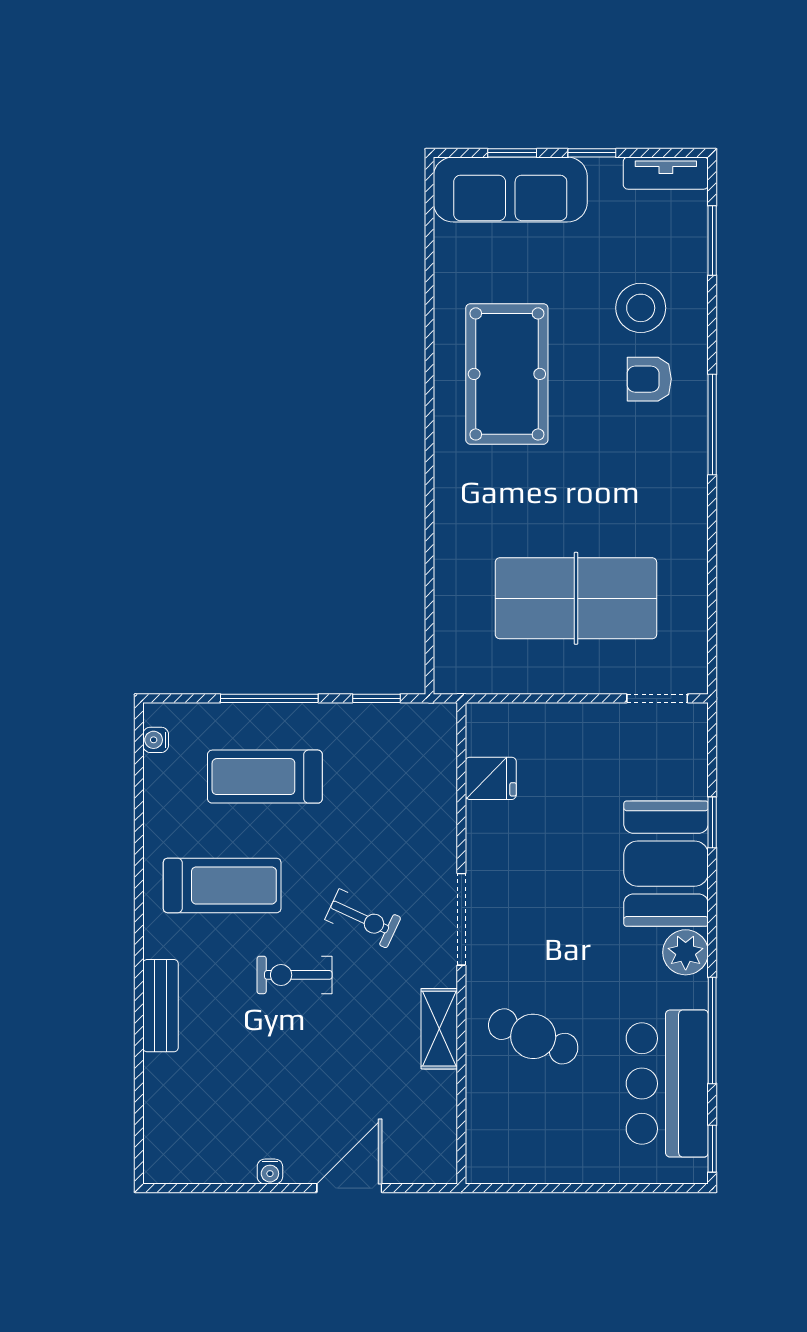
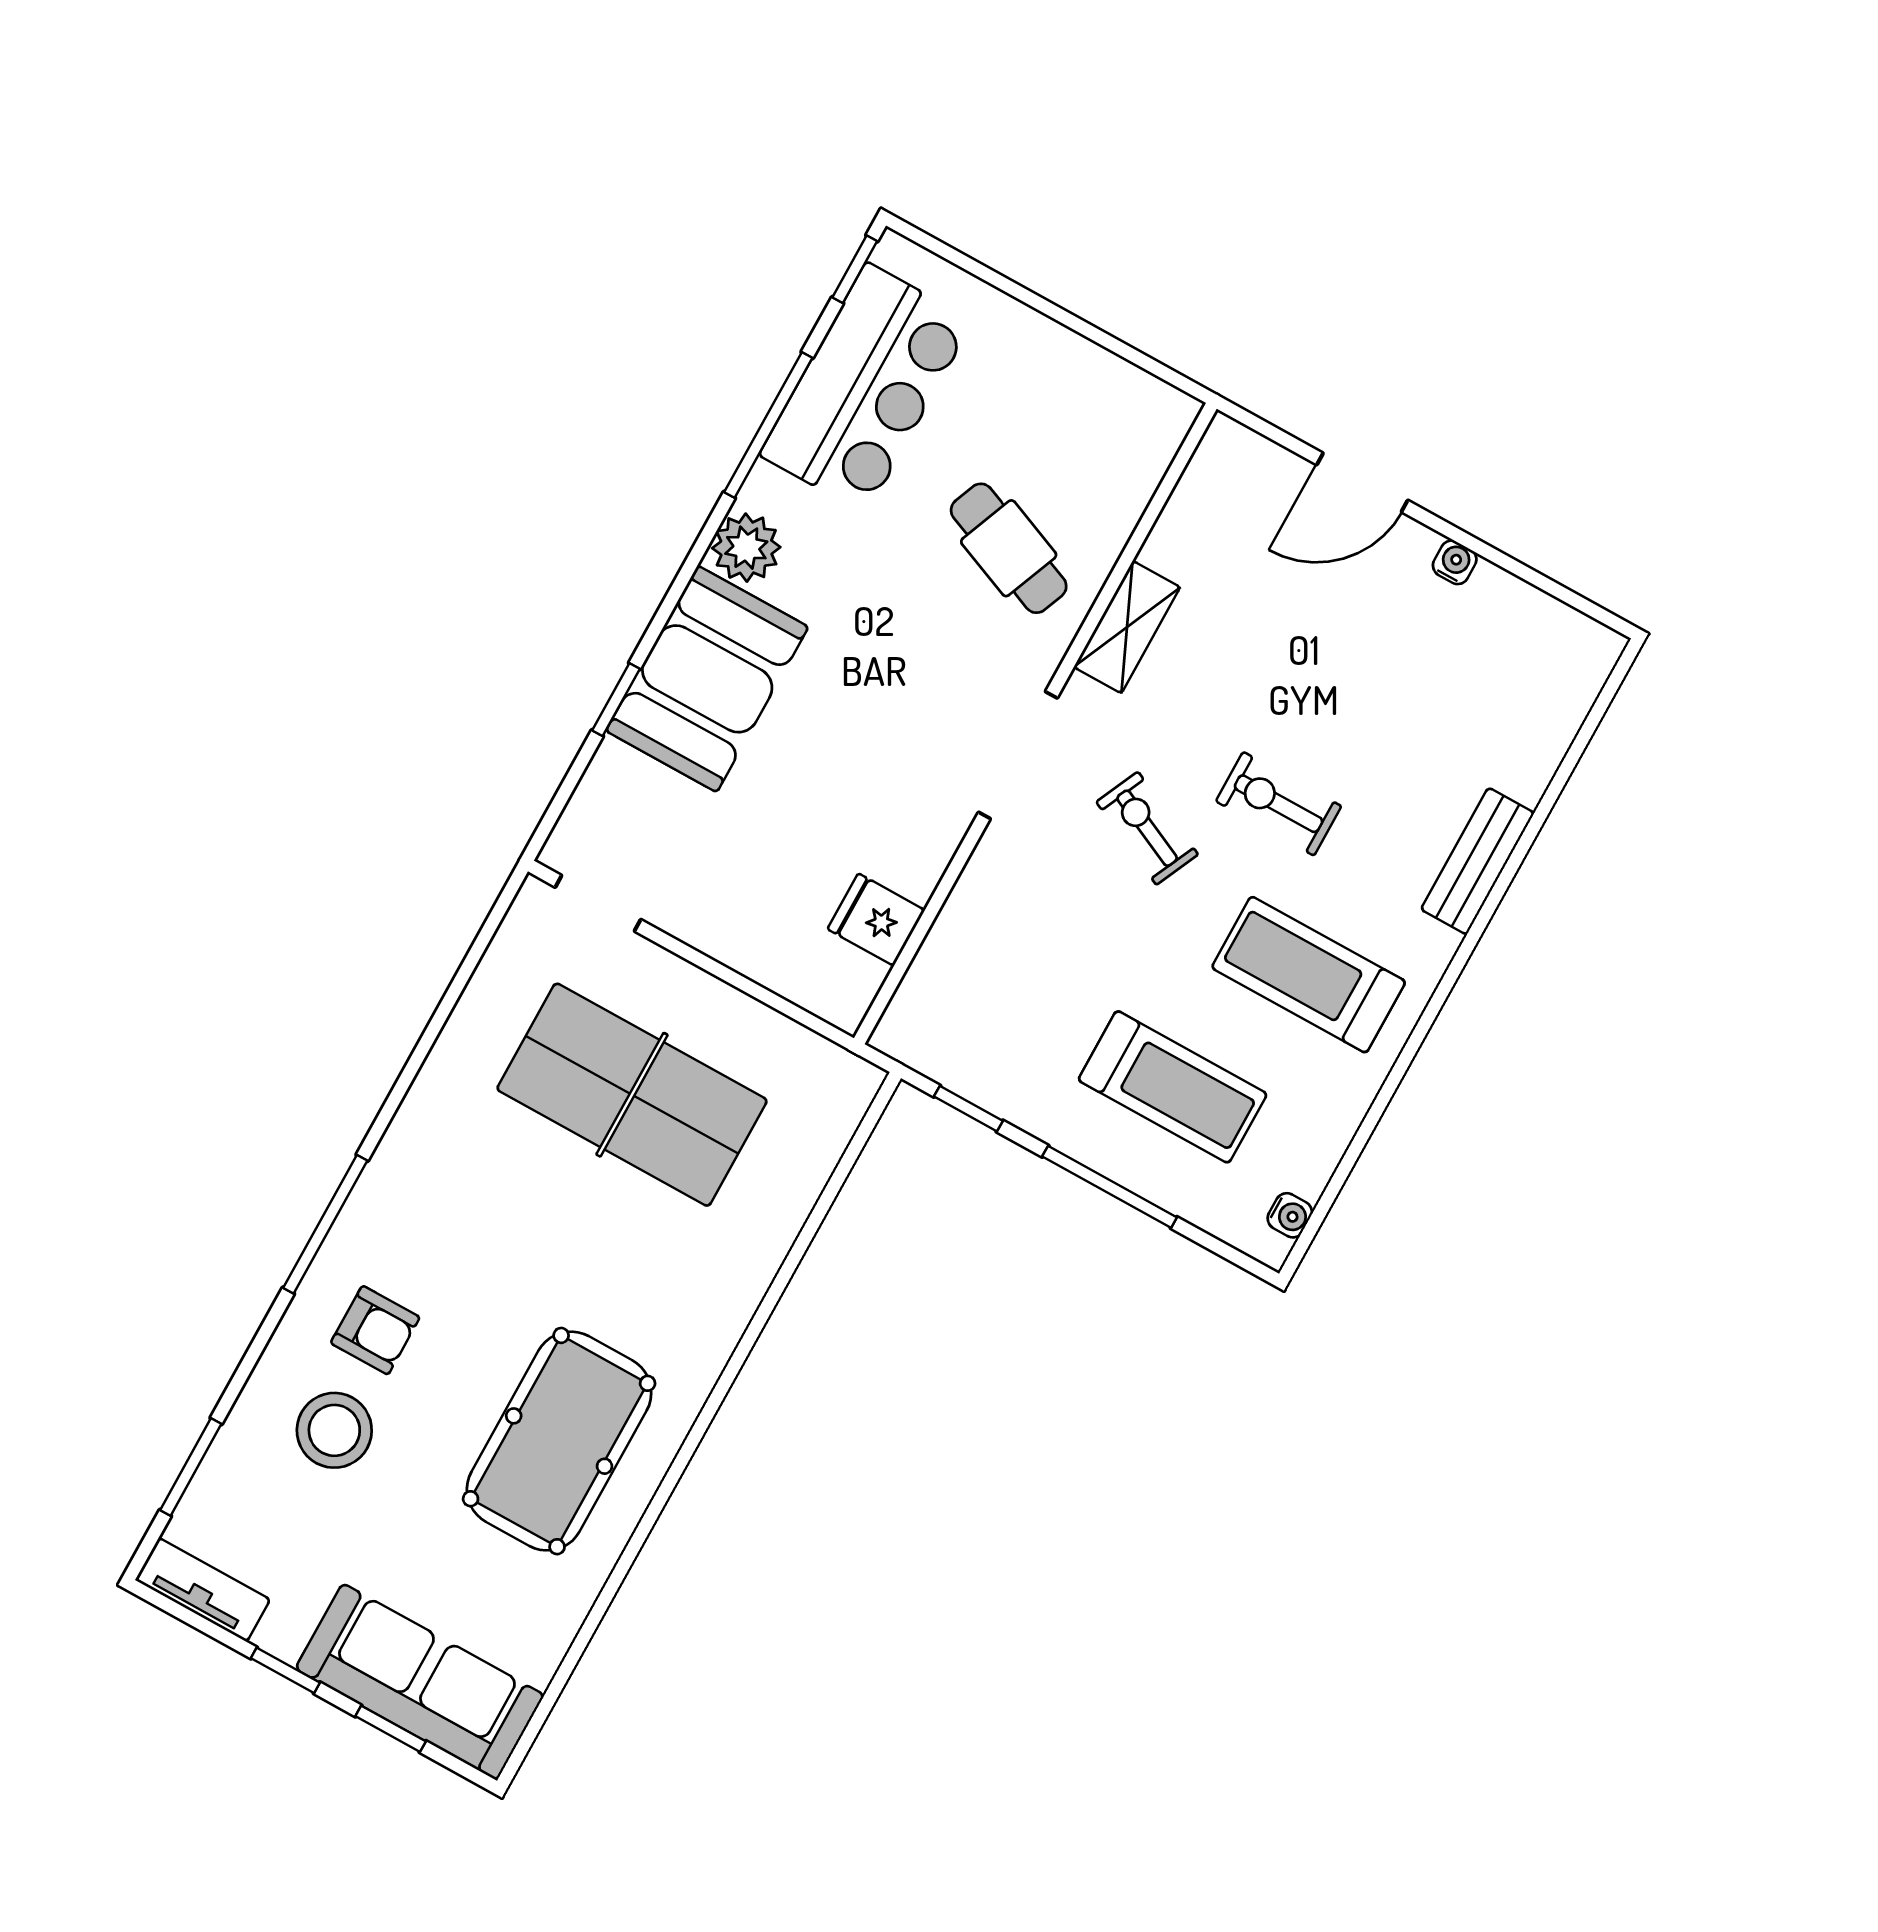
exercise bike: (295, 975) -> (1279, 804), turned 180

